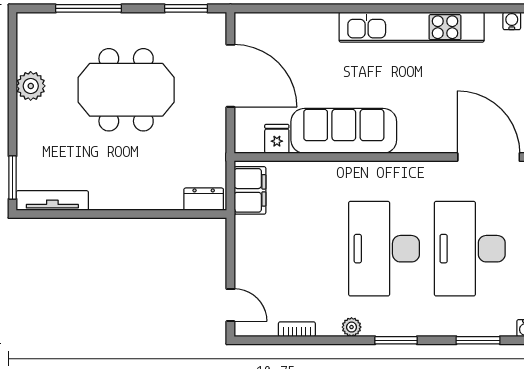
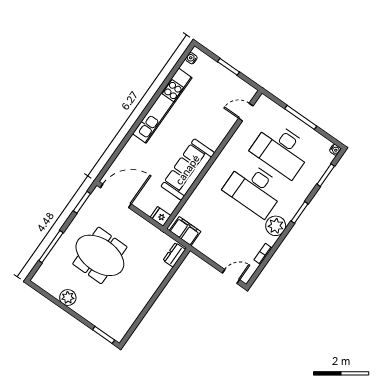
door: (230, 76) -> (116, 196), moved
meeting table: (126, 90) -> (100, 255), turned 90
fridge: (277, 139) -> (160, 216), moved
door: (489, 157) -> (246, 112), width x0.53
tv unit: (52, 200) -> (127, 324), removed
plant: (352, 327) -> (276, 226), width x1.88, depth x1.88

